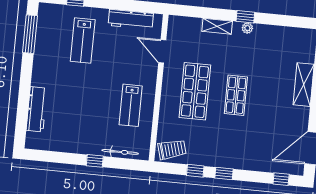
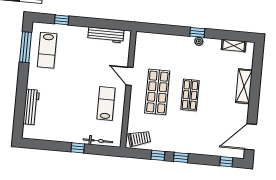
shelving: (217, 26) -> (234, 45), moved
lab bench: (83, 41) -> (47, 50), moved
door: (162, 51) -> (129, 76), moved
lab bench: (131, 105) -> (106, 103), turned 180

